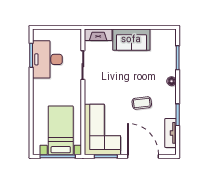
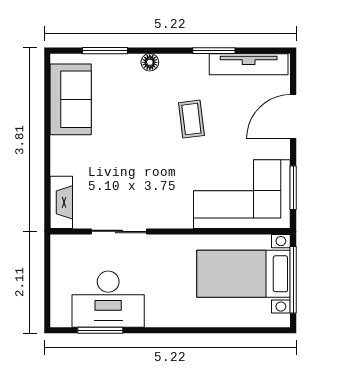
sofa: (131, 40) -> (71, 99), moved
tv unit: (171, 133) -> (249, 64), width x1.41
door: (143, 156) -> (293, 117), width x0.73

